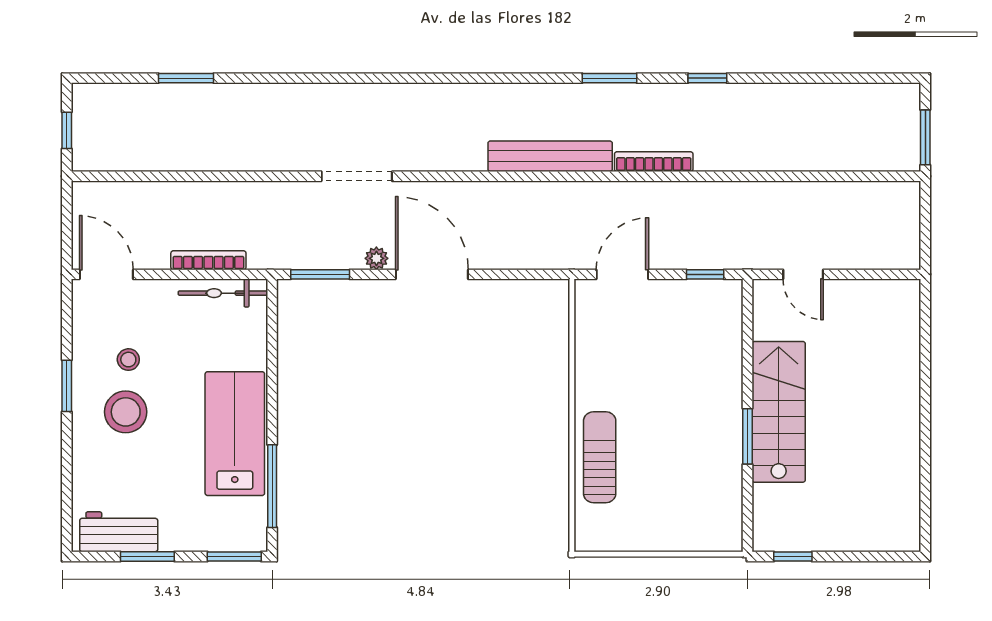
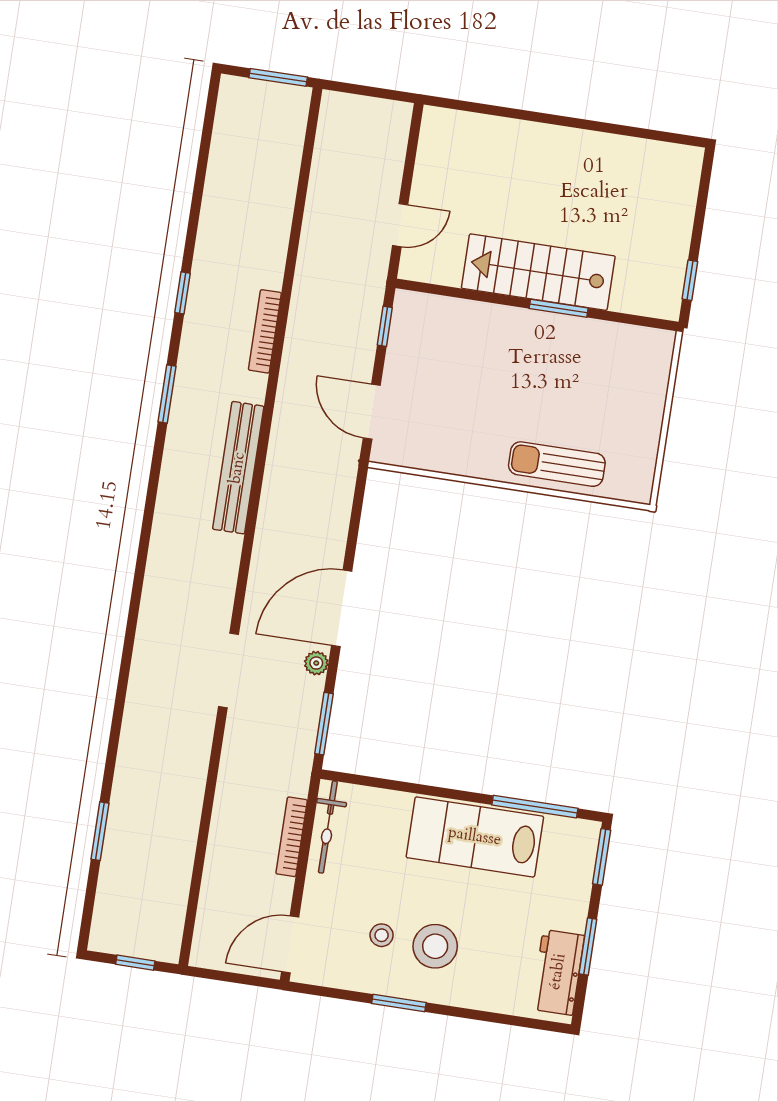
bookcase: (654, 162) -> (265, 331), moved

